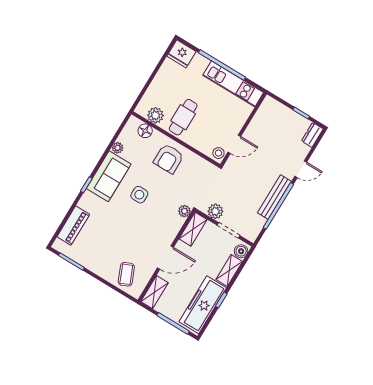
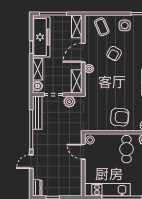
door: (234, 144) -> (83, 152), hinge flipped
armchair: (169, 159) -> (120, 117), turned 95
side table: (139, 195) -> (125, 25), moved
bench: (274, 197) -> (37, 113), moved
plant: (184, 211) -> (89, 69), moved
armchair: (131, 235) -> (114, 54), added

